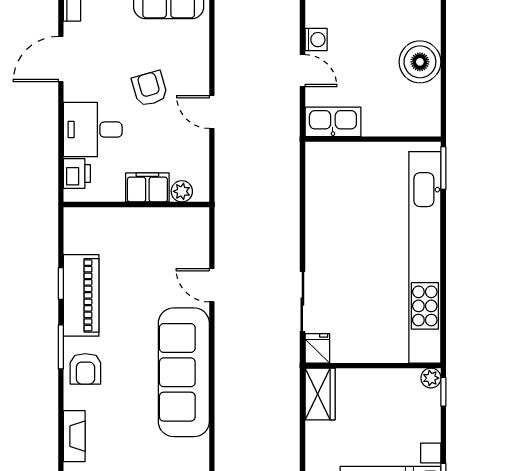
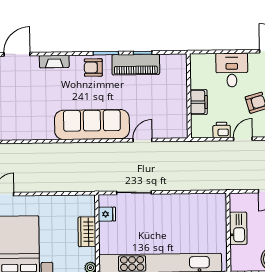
kitchen sink: (333, 122) -> (238, 228), moved
printer: (77, 174) -> (222, 130), moved, turned 180
plant: (182, 191) -> (197, 122), removed
fridge: (317, 348) -> (107, 214), moved
wardrobe: (320, 394) -> (87, 232), moved, turned 90

